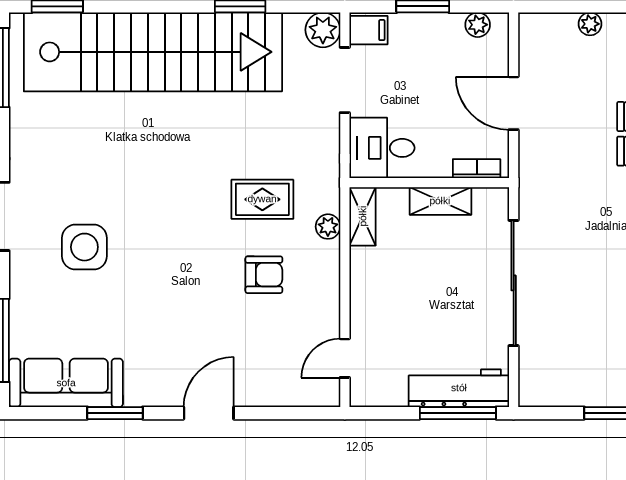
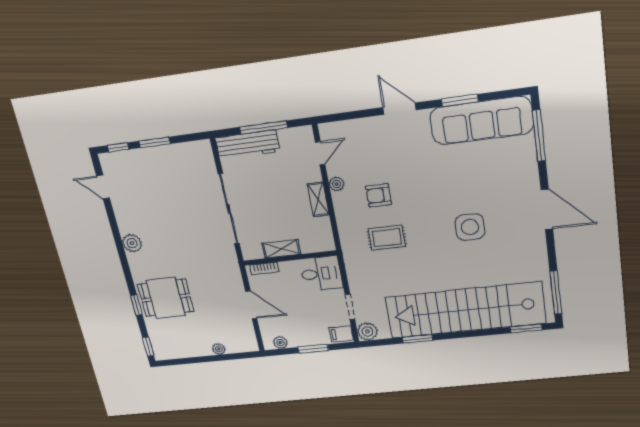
doorway: (345, 80) -> (350, 307), width x0.73
shelving: (363, 216) -> (318, 199), moved
plant: (328, 227) -> (337, 184), moved
side table: (84, 247) -> (470, 227), moved
sofa: (66, 383) -> (482, 121), width x1.36, depth x1.27
door: (209, 413) -> (399, 109), swing flipped
window: (458, 413) -> (263, 127), moved

